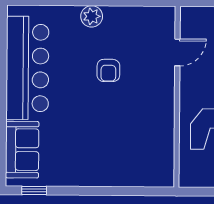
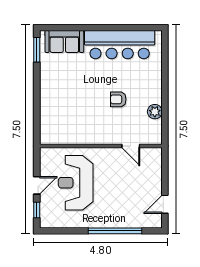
plant: (92, 16) -> (155, 112), moved
window: (34, 191) -> (37, 50), width x1.50

